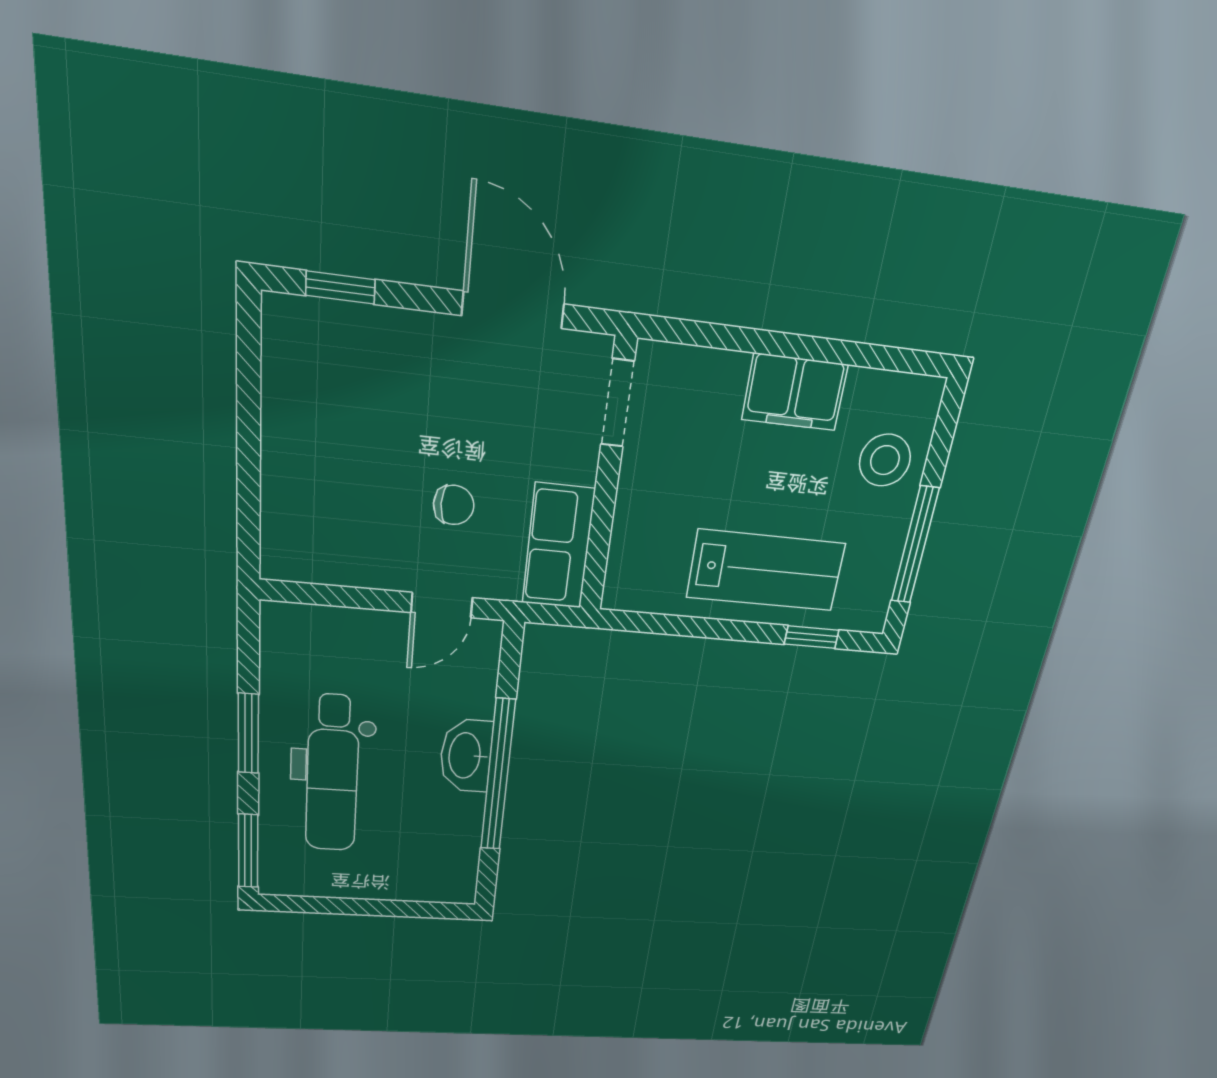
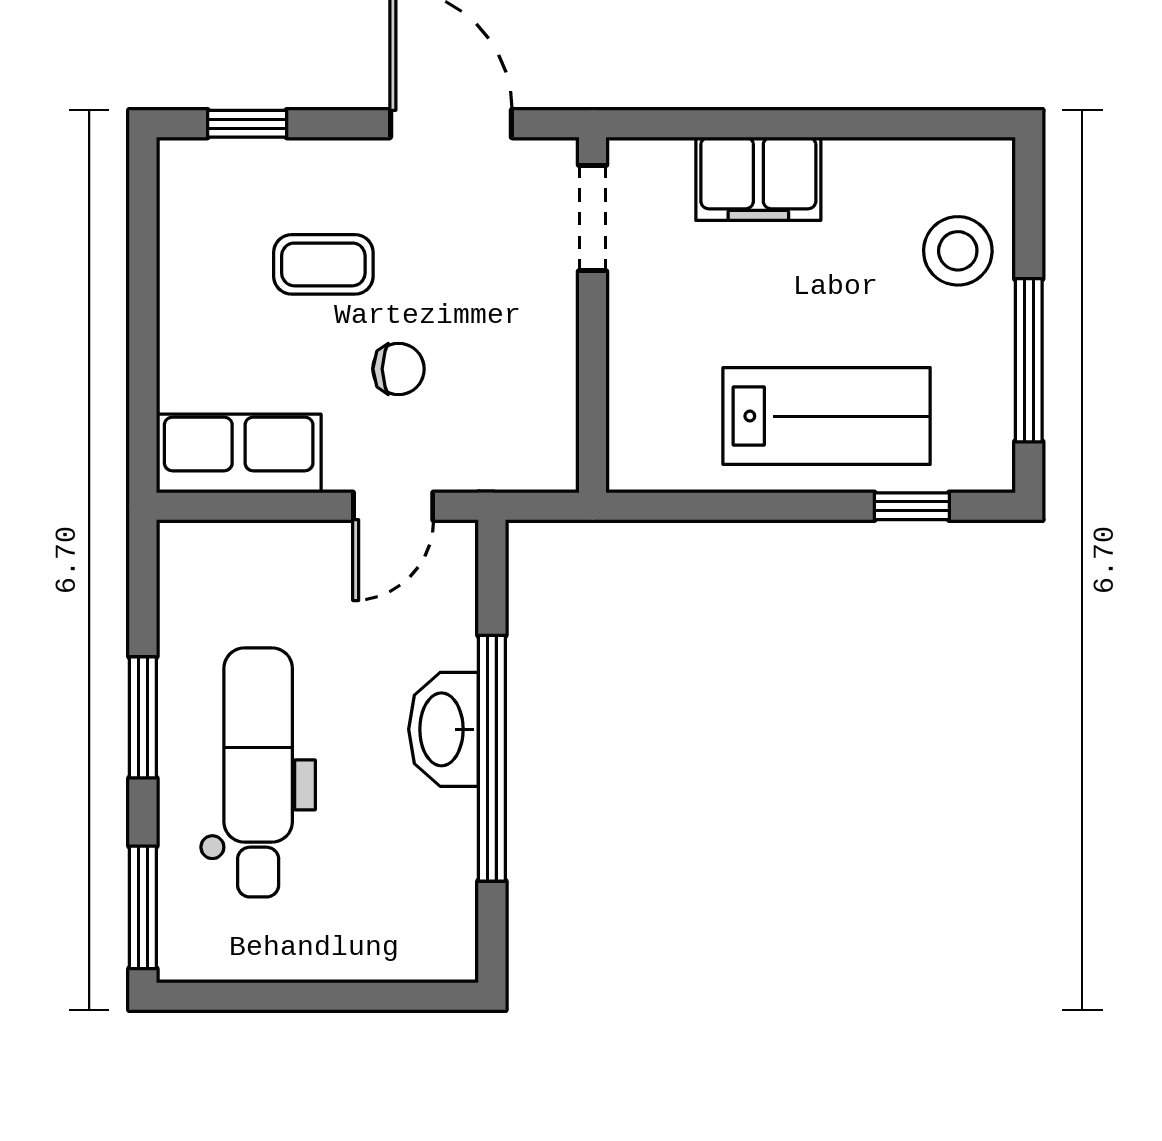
filing cabinet: (795, 392) -> (758, 179), moved
coffee table: (399, 416) -> (323, 264), added
row of seats: (558, 546) -> (239, 453), moved, turned 90
dental chair: (332, 774) -> (258, 772), turned 180

